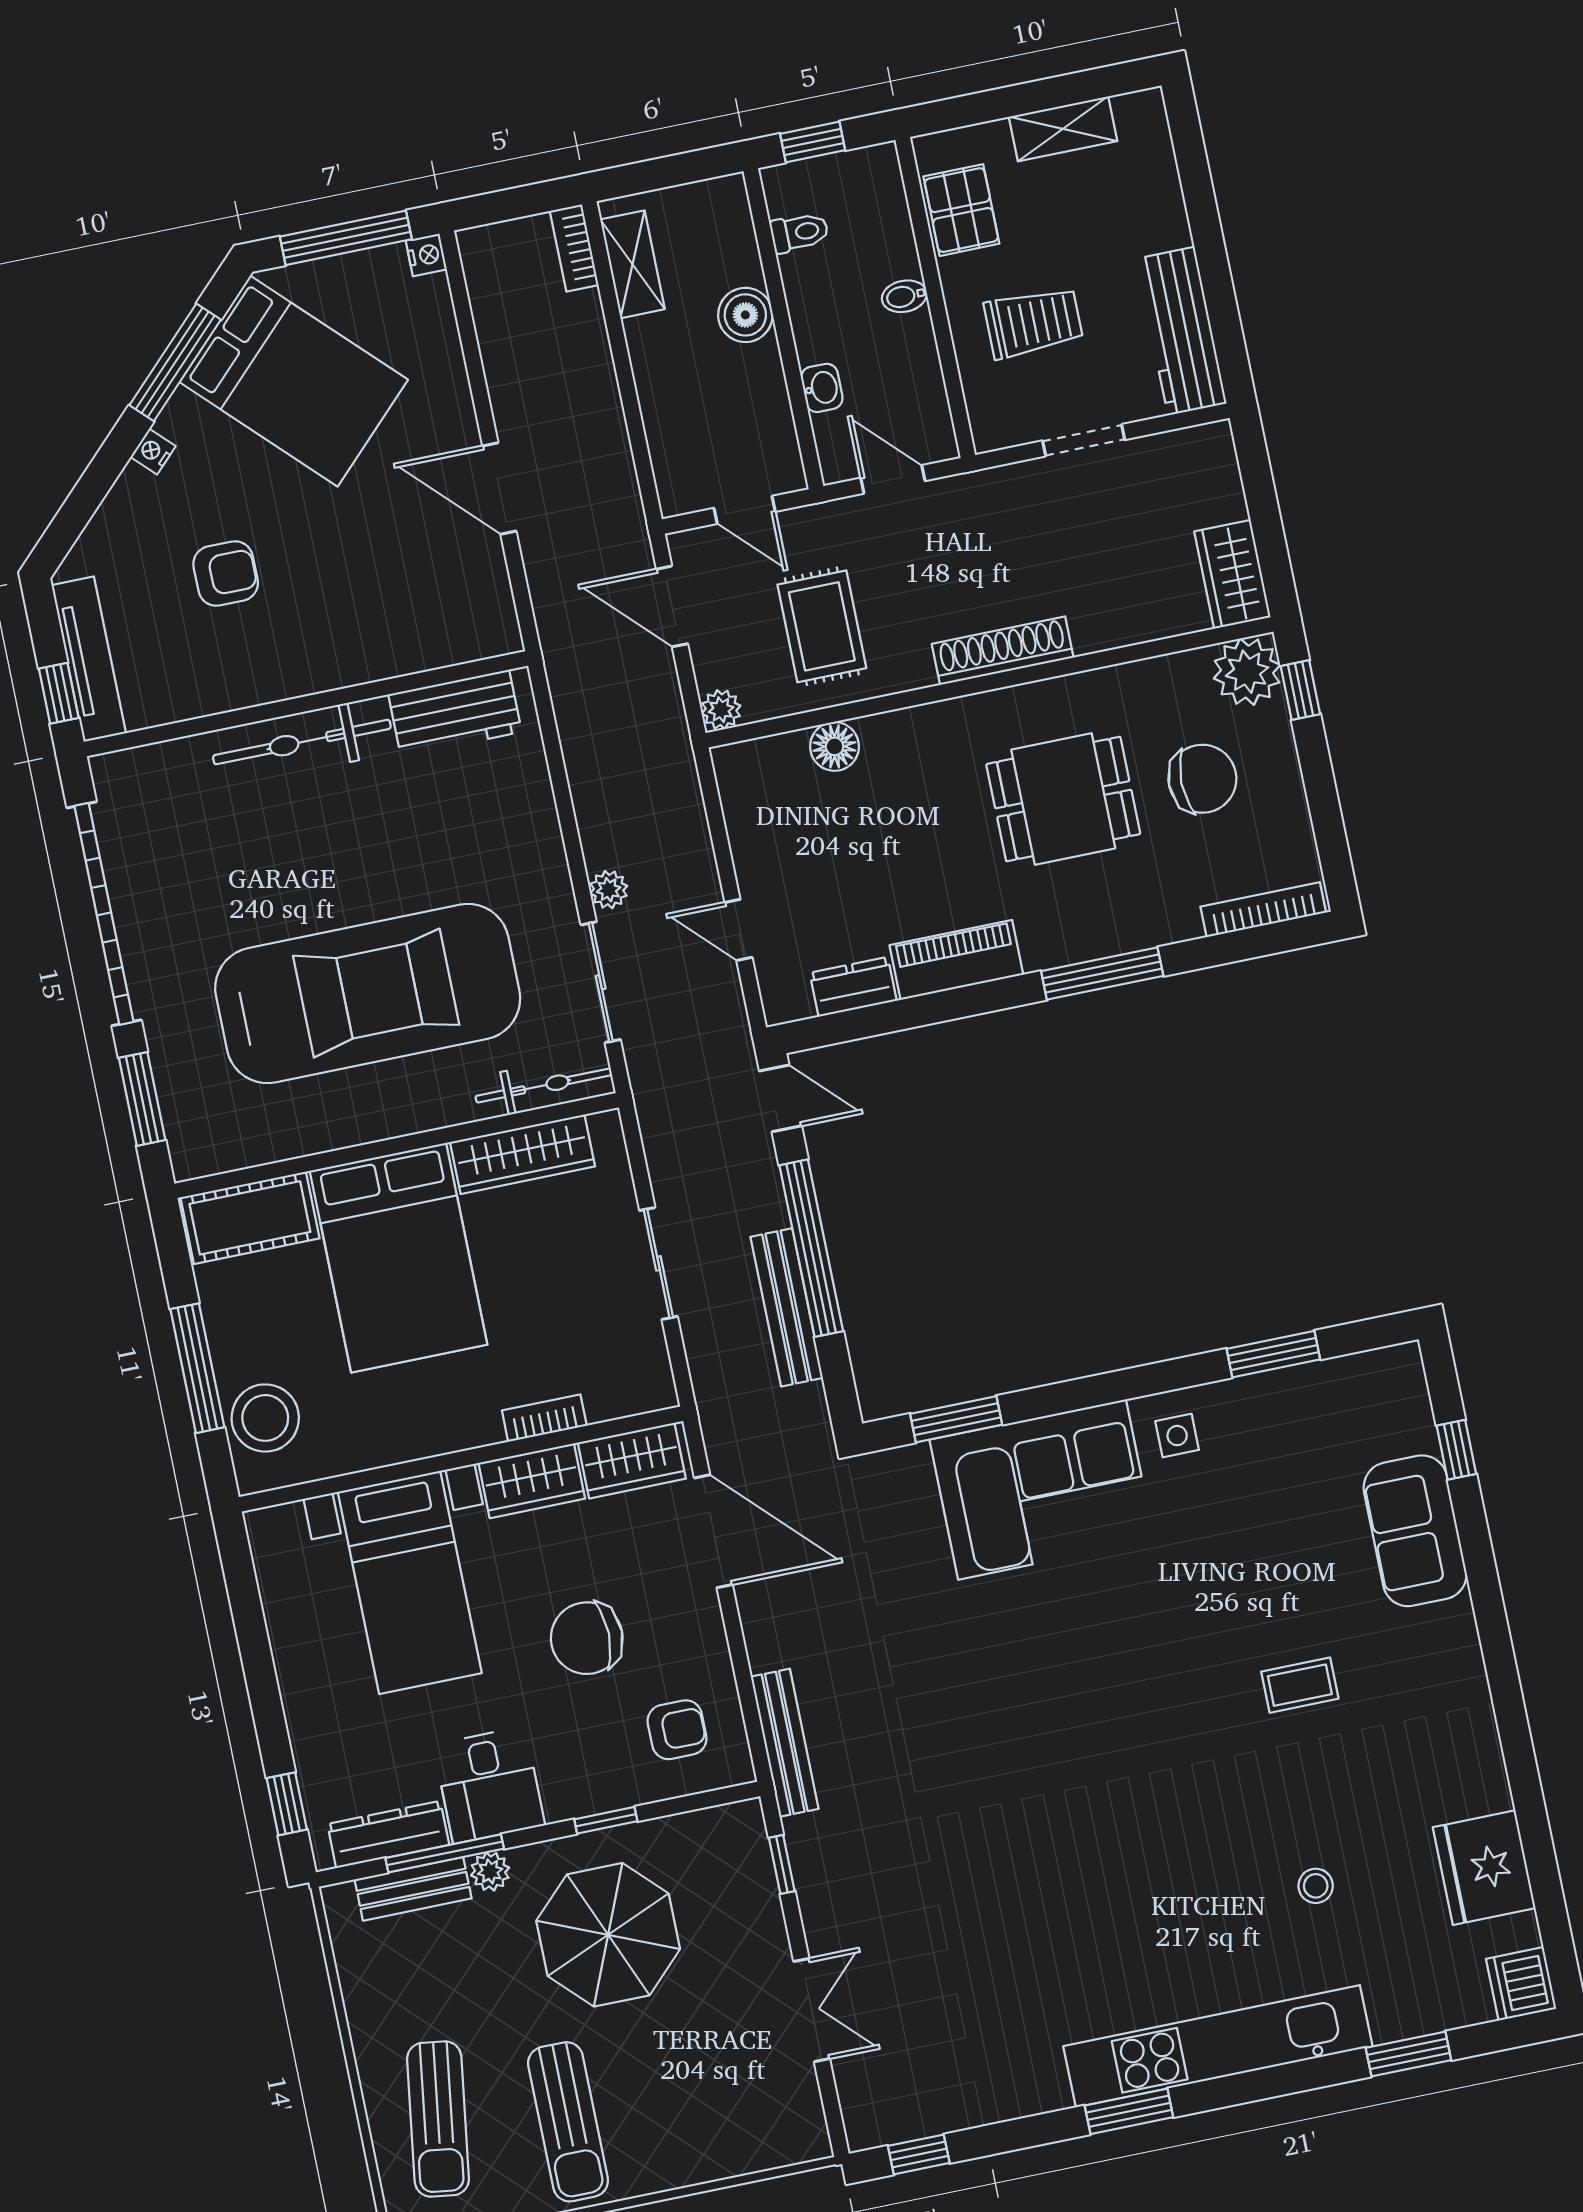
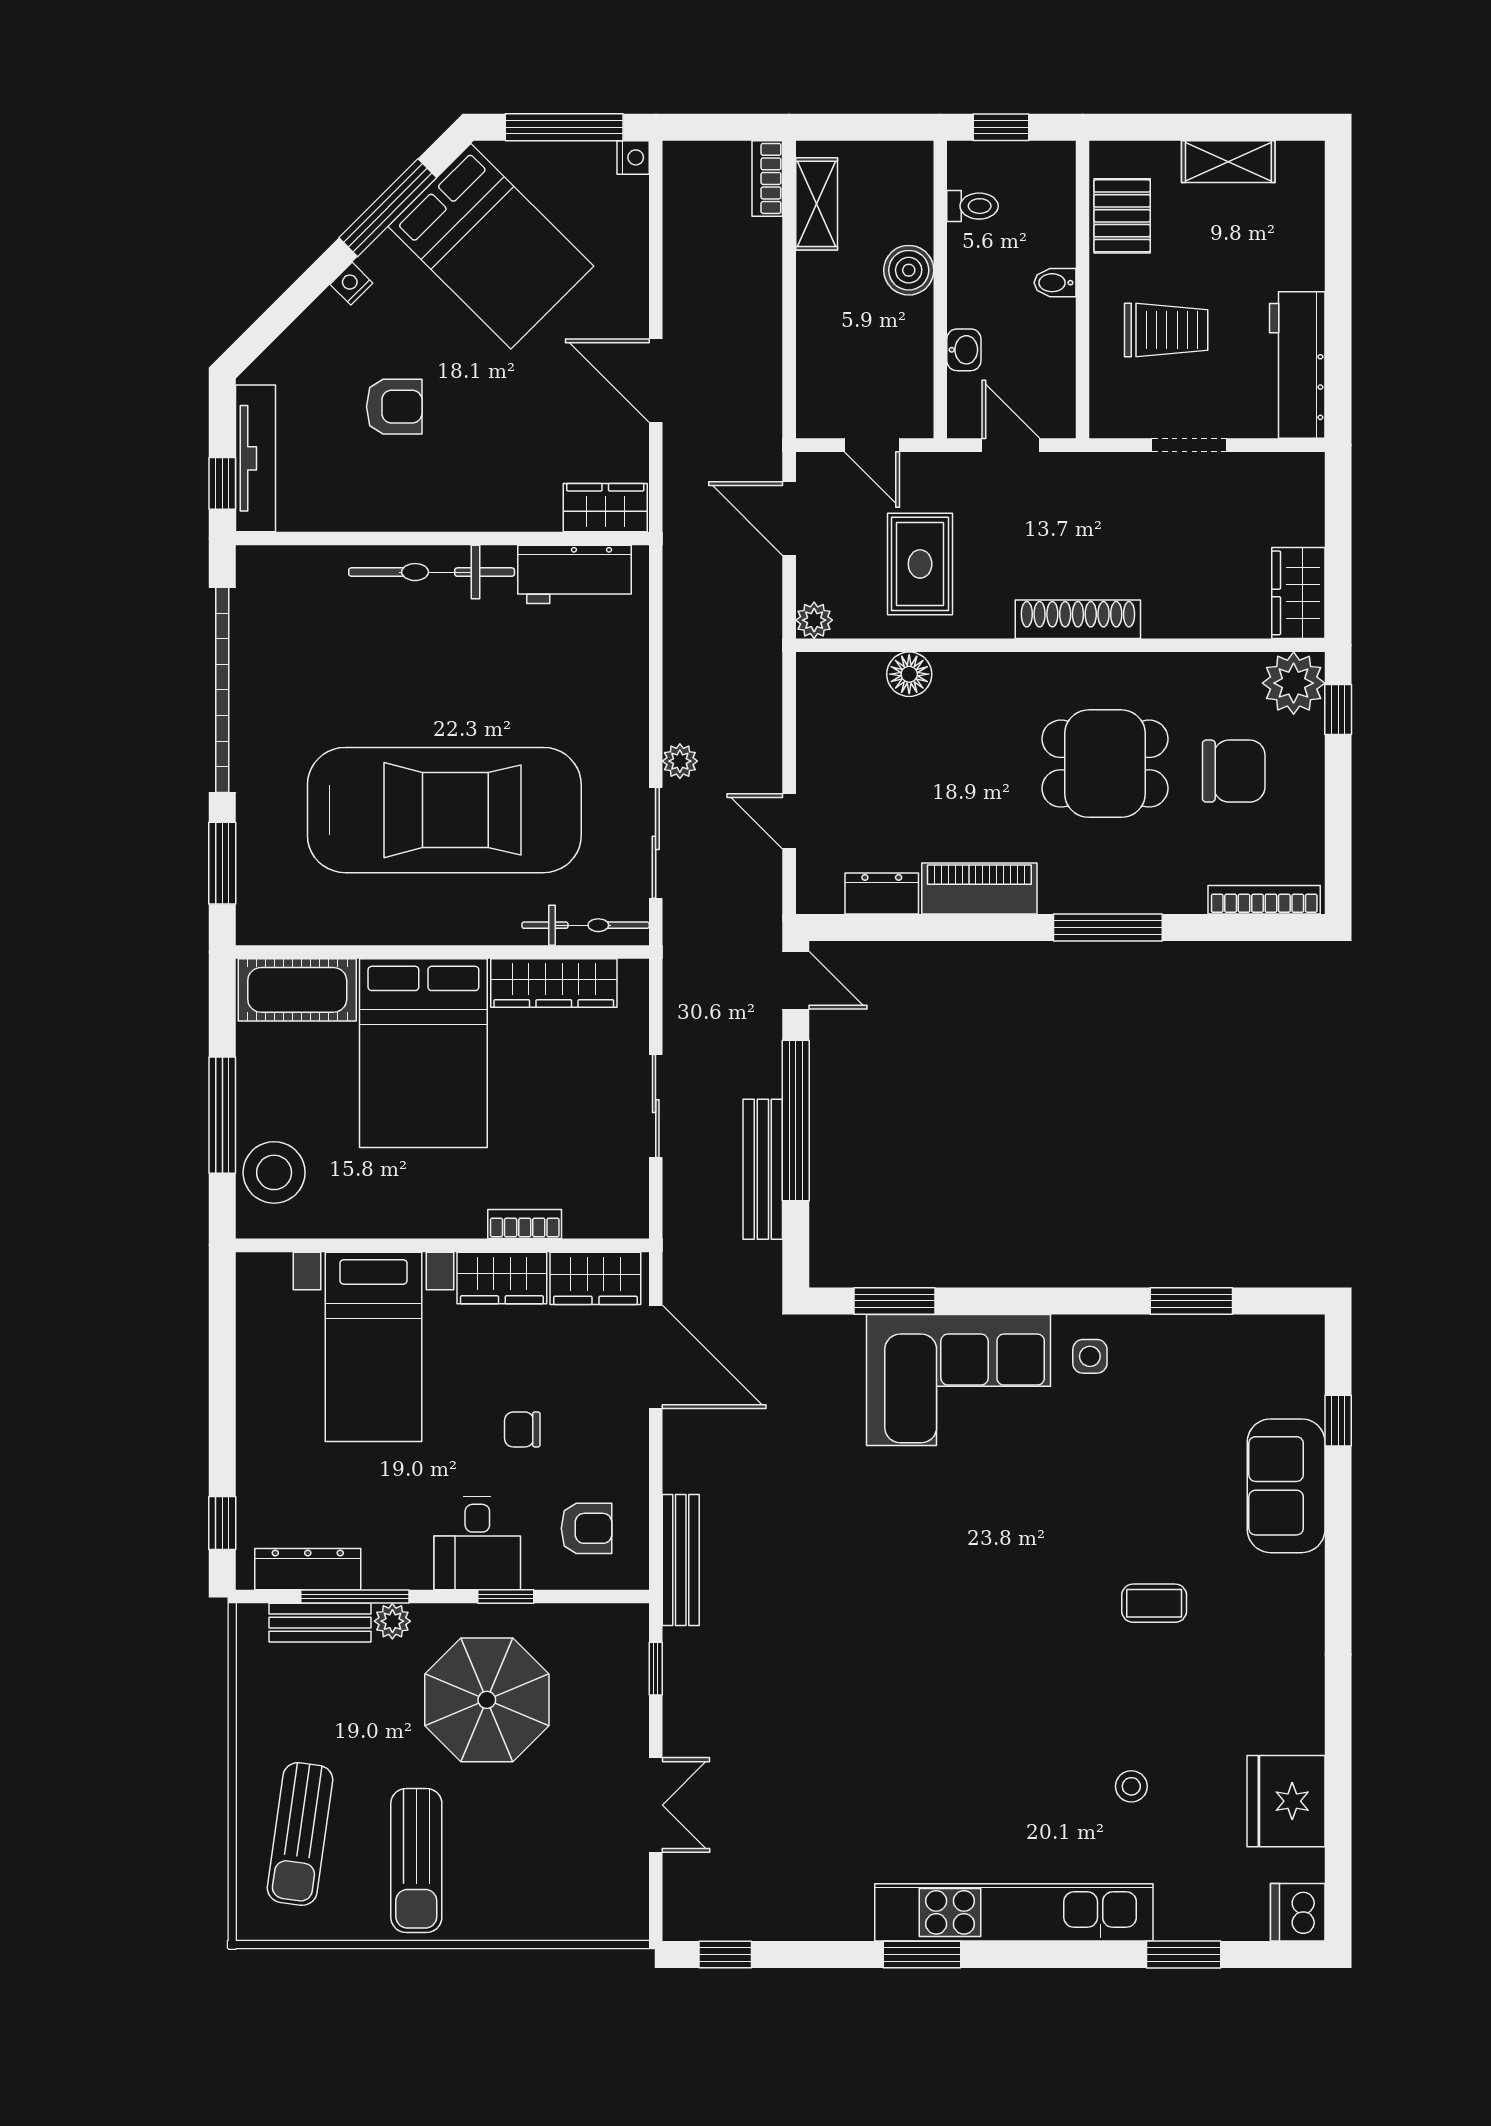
wardrobe: (473, 635) -> (605, 508), added
chair: (587, 1638) -> (522, 1429), width x0.54, depth x0.54
desk: (489, 1785) -> (477, 1543), moved

